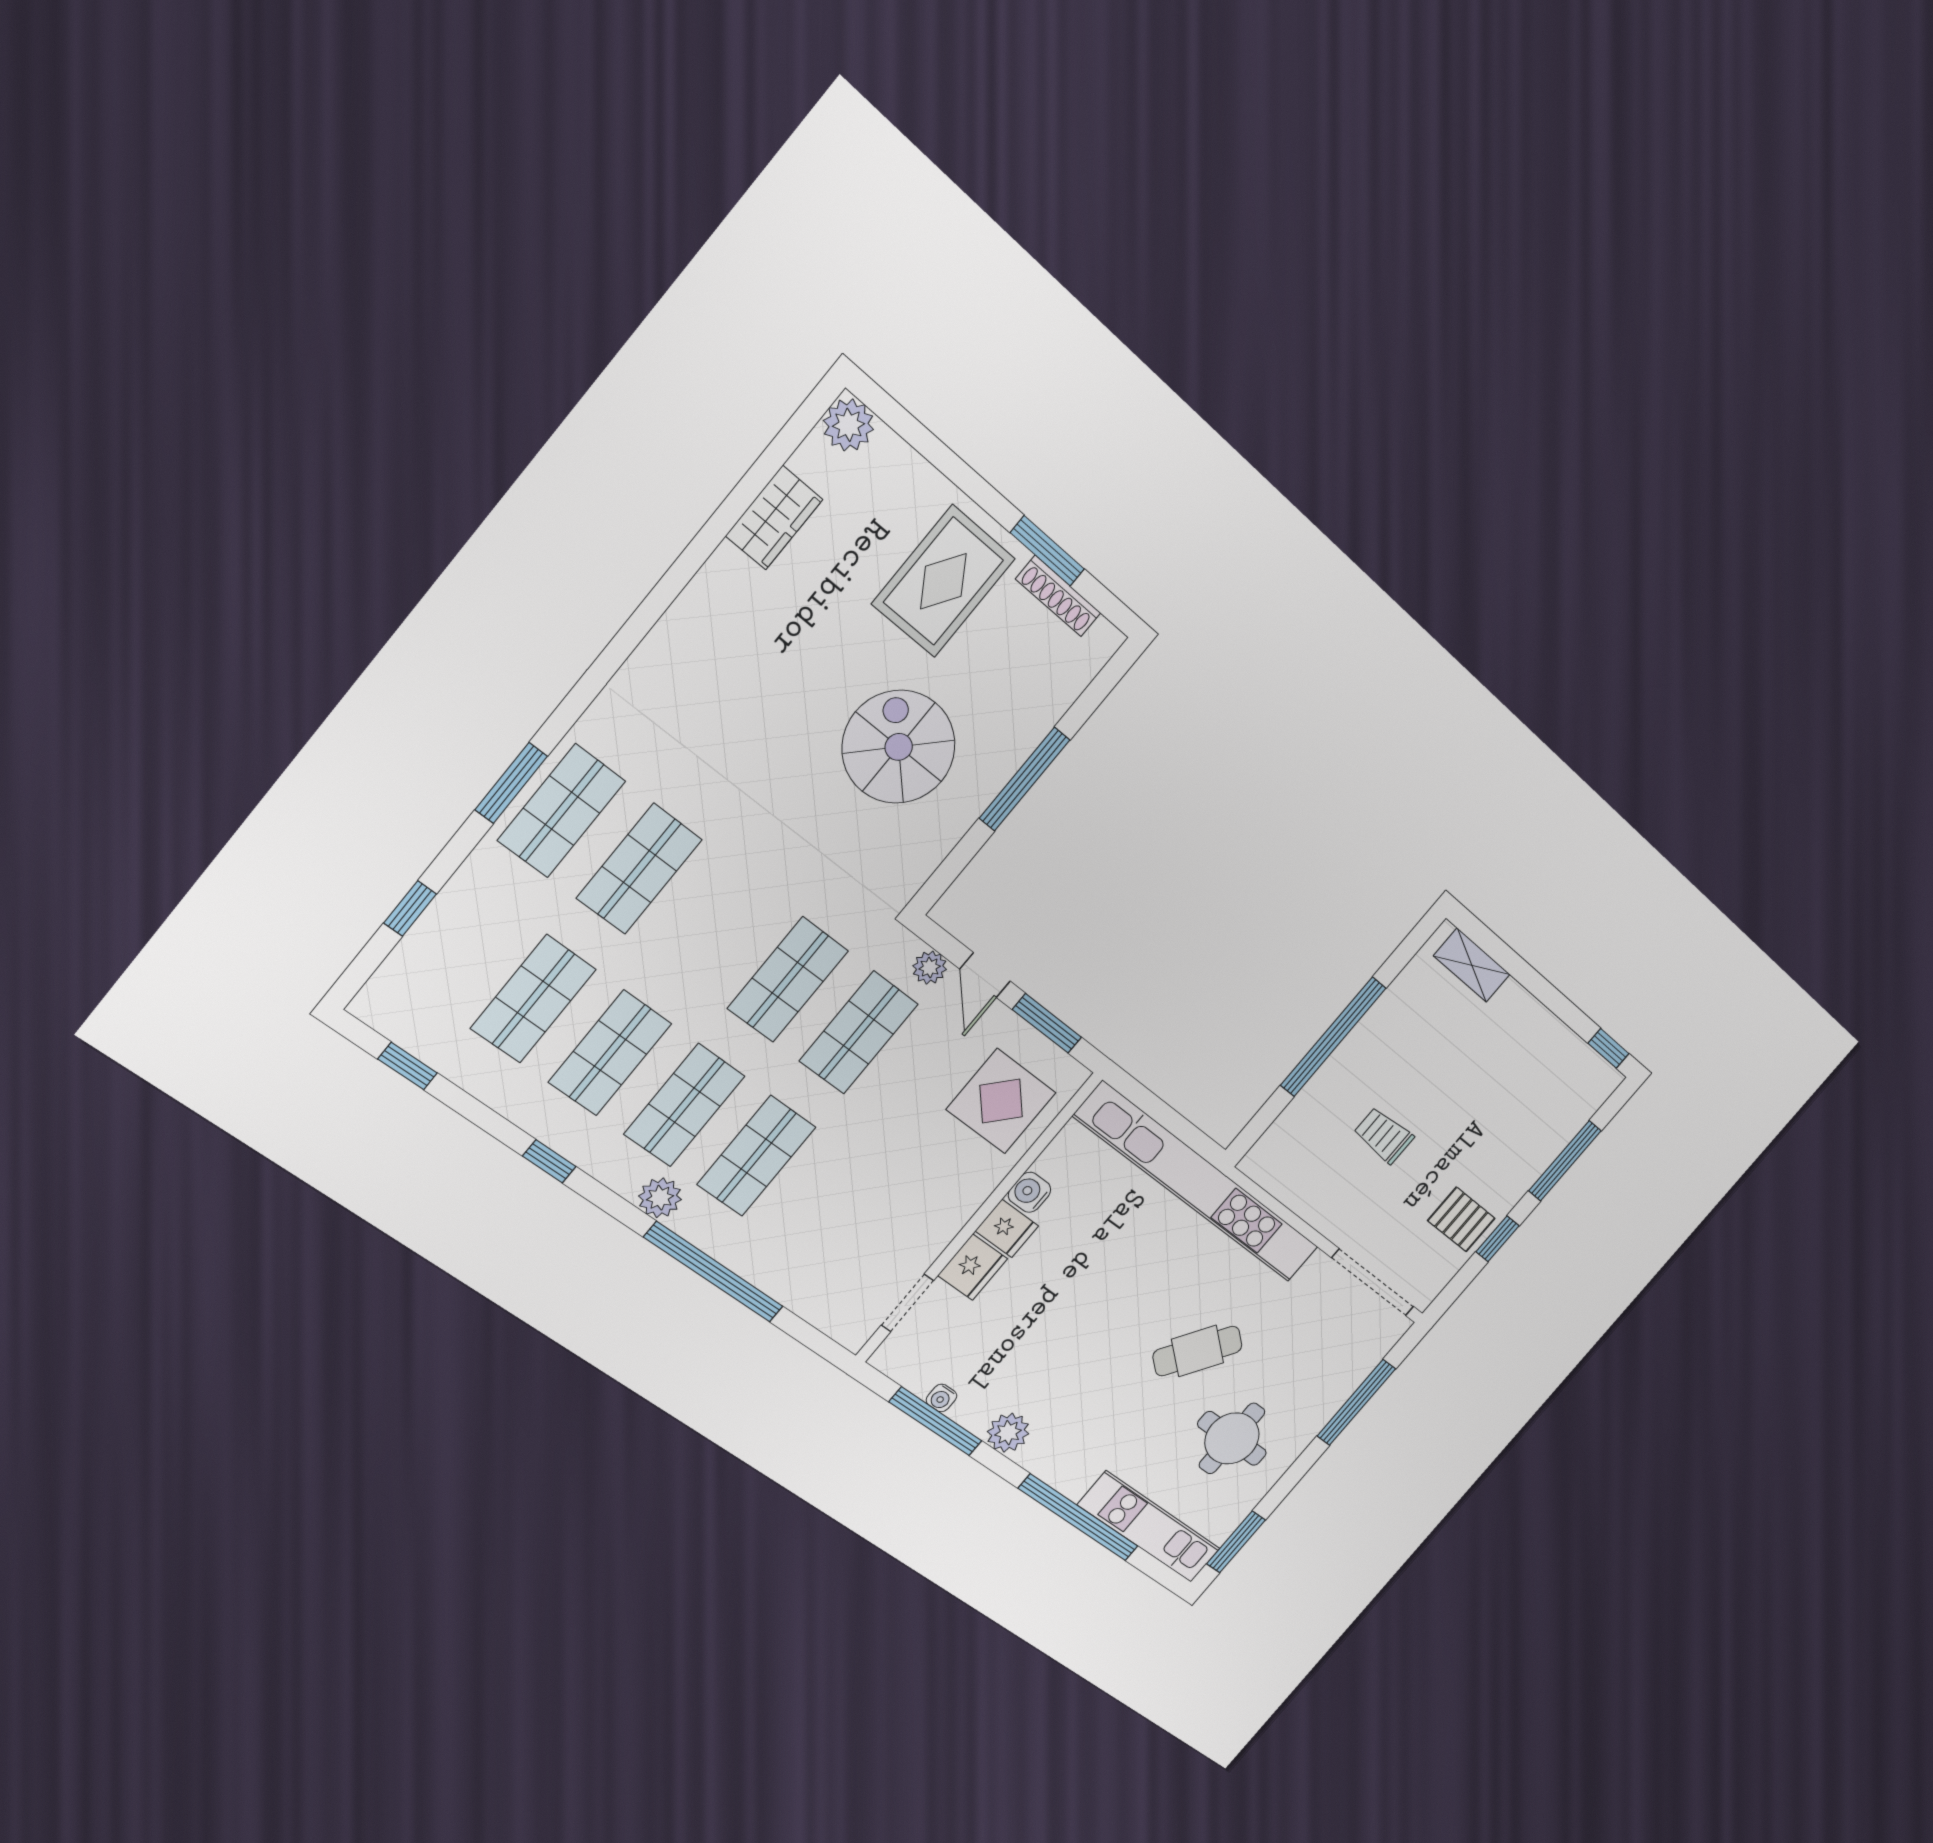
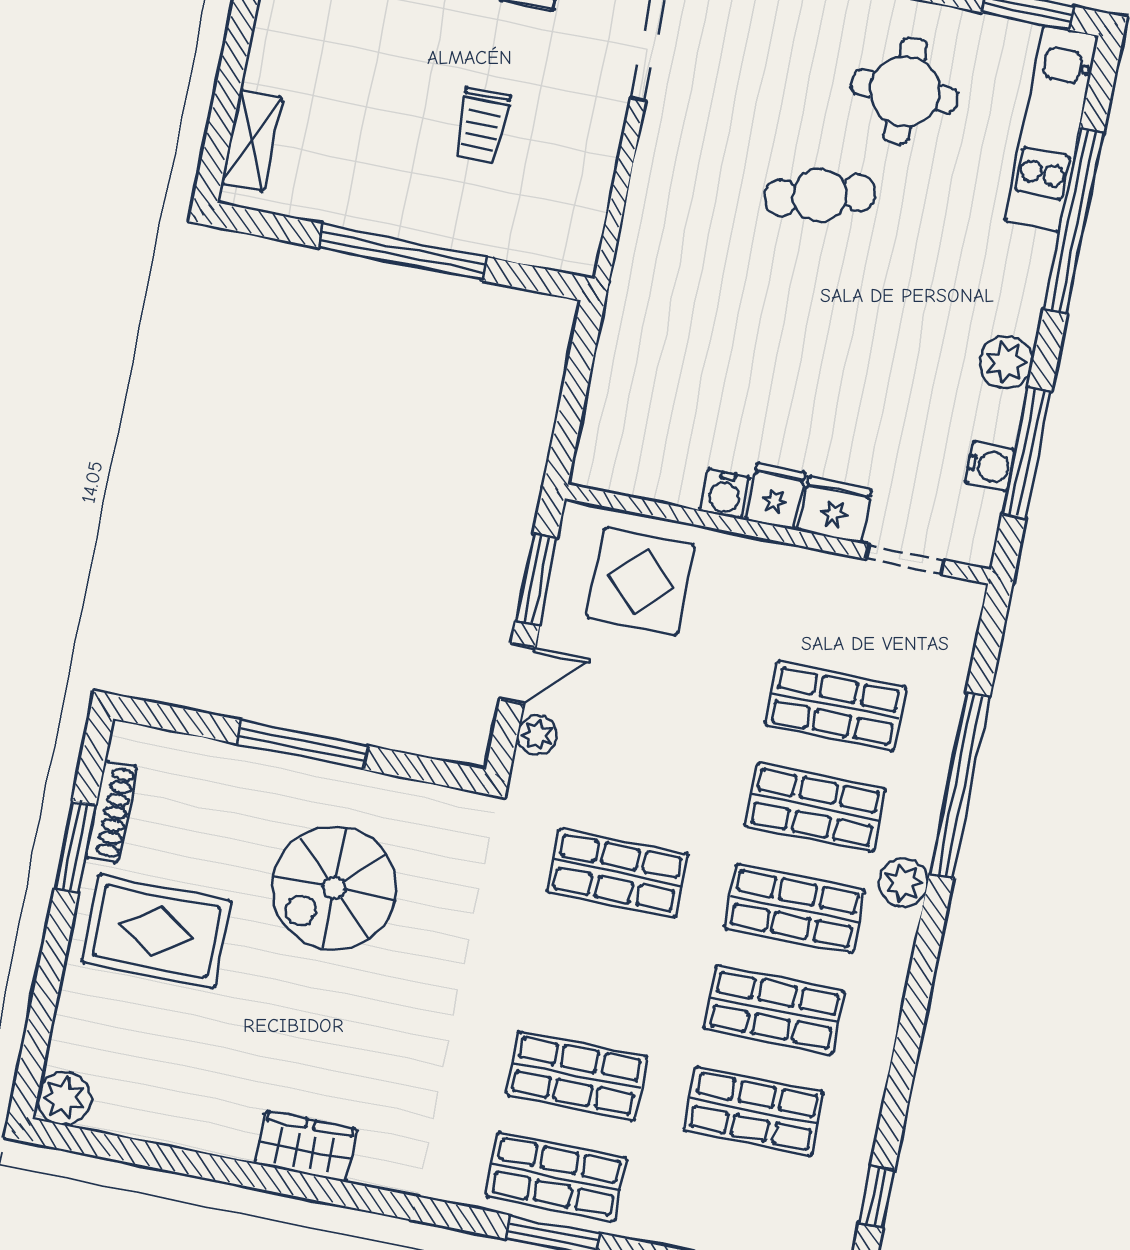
wardrobe: (774, 518) -> (306, 1147), moved
shop shelf: (859, 1032) -> (835, 706), moved
window: (549, 1161) -> (914, 1013), removed
kitchen unit: (1198, 1183) -> (631, 310), removed
cafe table: (1197, 1351) -> (820, 195), turned -52
water cooler: (941, 1398) -> (990, 466), width x1.38, depth x1.38

